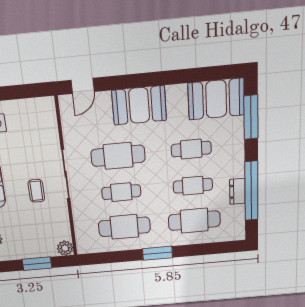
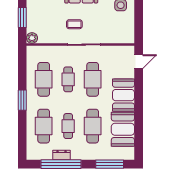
door: (83, 86) -> (139, 62), swing flipped
booth: (216, 99) -> (123, 129), moved
cafe table: (191, 149) -> (93, 126), width x1.37, depth x1.35

